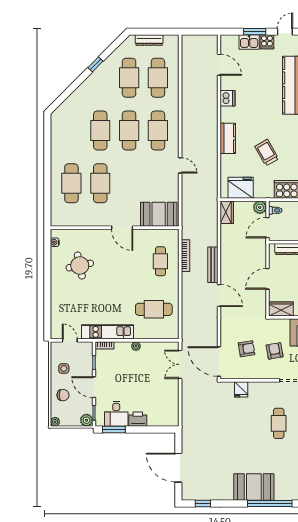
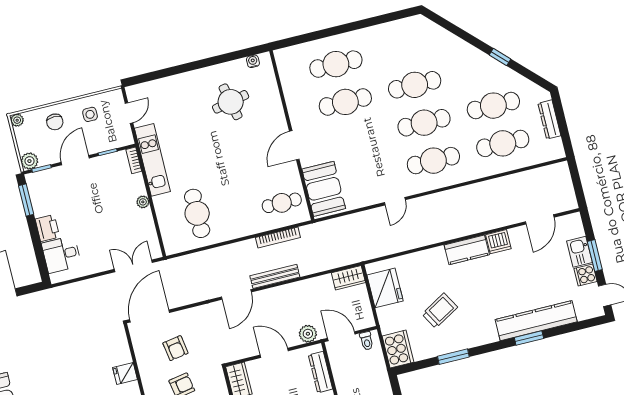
kitchen counter: (228, 138) -> (467, 250), moved
plant: (260, 207) -> (308, 334), moved
cafe table: (160, 261) -> (282, 203), moved
fridge: (241, 389) -> (125, 374), moved
desk: (116, 414) -> (61, 254), moved

